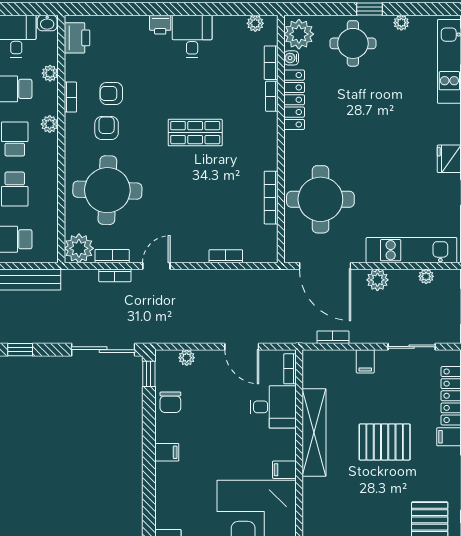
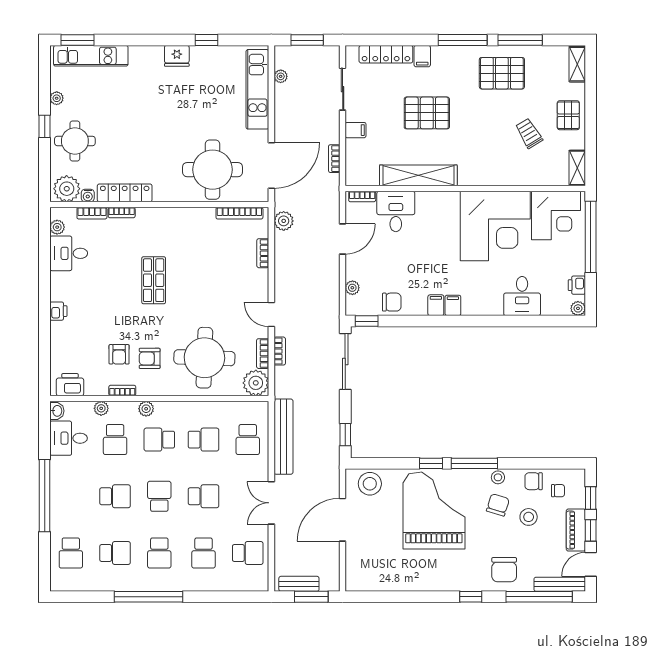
desk: (192, 36) -> (69, 253), moved
bookcase: (271, 198) -> (239, 213), moved
plant: (377, 280) -> (284, 221), moved
pallet: (385, 442) -> (427, 113), turned 90
filing cabinet: (284, 470) -> (453, 305), moved, turned 180

